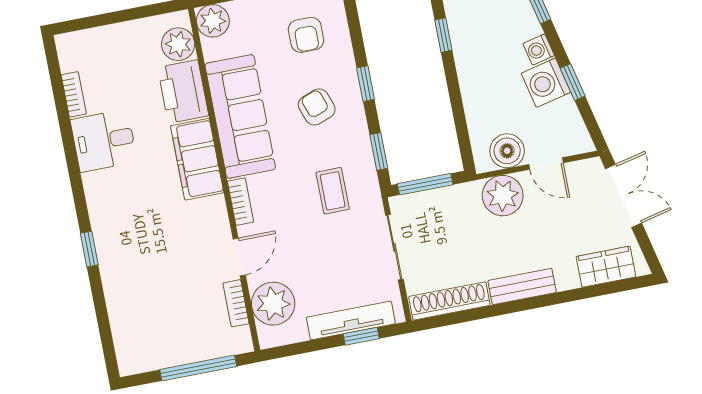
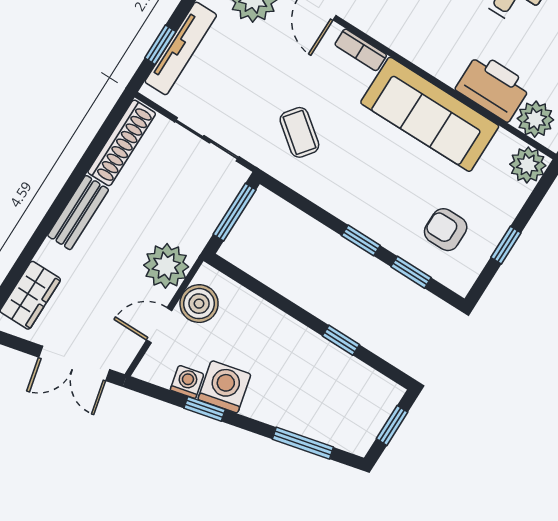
washing machine: (539, 50) -> (187, 382), moved
armchair: (317, 107) -> (379, 183), removed
window: (379, 151) -> (411, 272), moved
filing cabinet: (197, 159) -> (428, 47), removed
coffee table: (333, 191) -> (299, 132), turned 38

